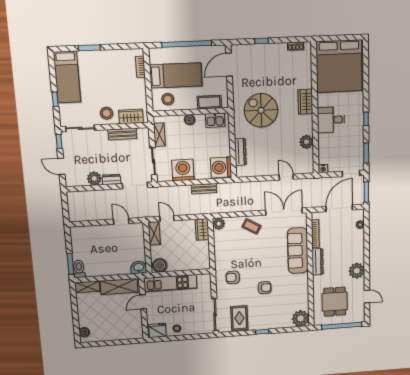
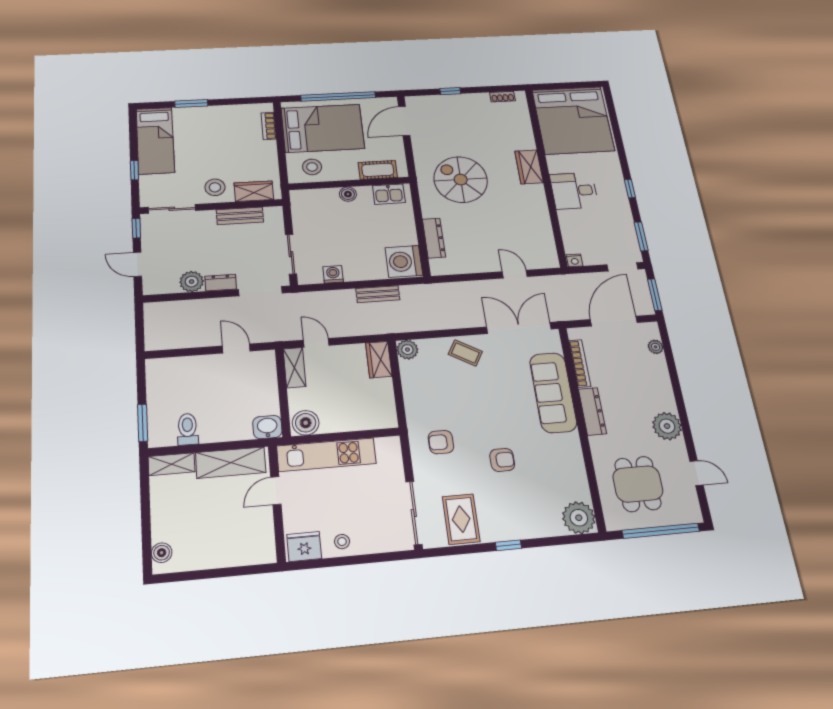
bed: (176, 75) -> (323, 128), width x1.50
shelving: (159, 135) -> (300, 216), removed
plant: (306, 142) -> (540, 222), removed
washing machine: (183, 170) -> (333, 274), width x0.53, depth x0.53
toilet: (79, 269) -> (188, 429), moved

